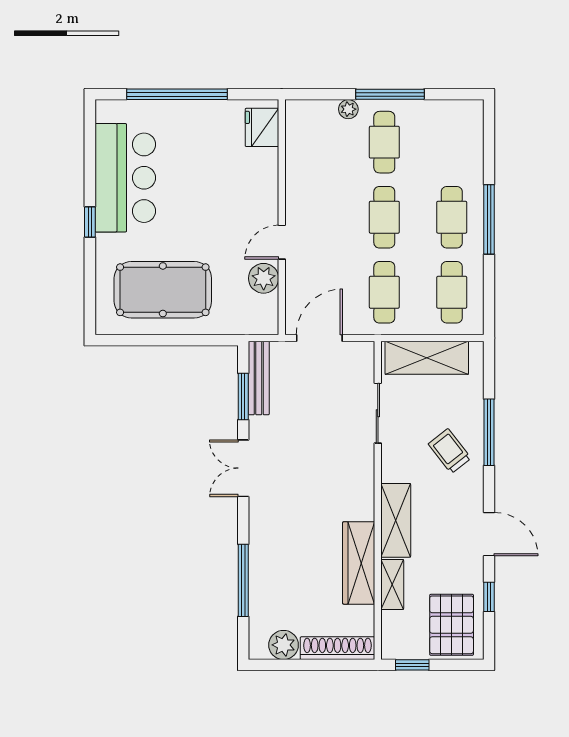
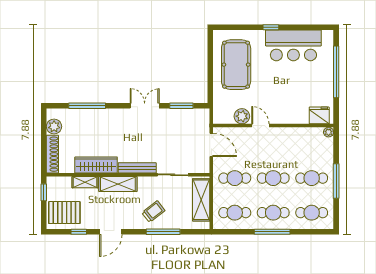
plant: (348, 109) -> (329, 132), moved
cafe table: (452, 142) -> (312, 213), added
bench: (259, 378) -> (137, 168), moved

